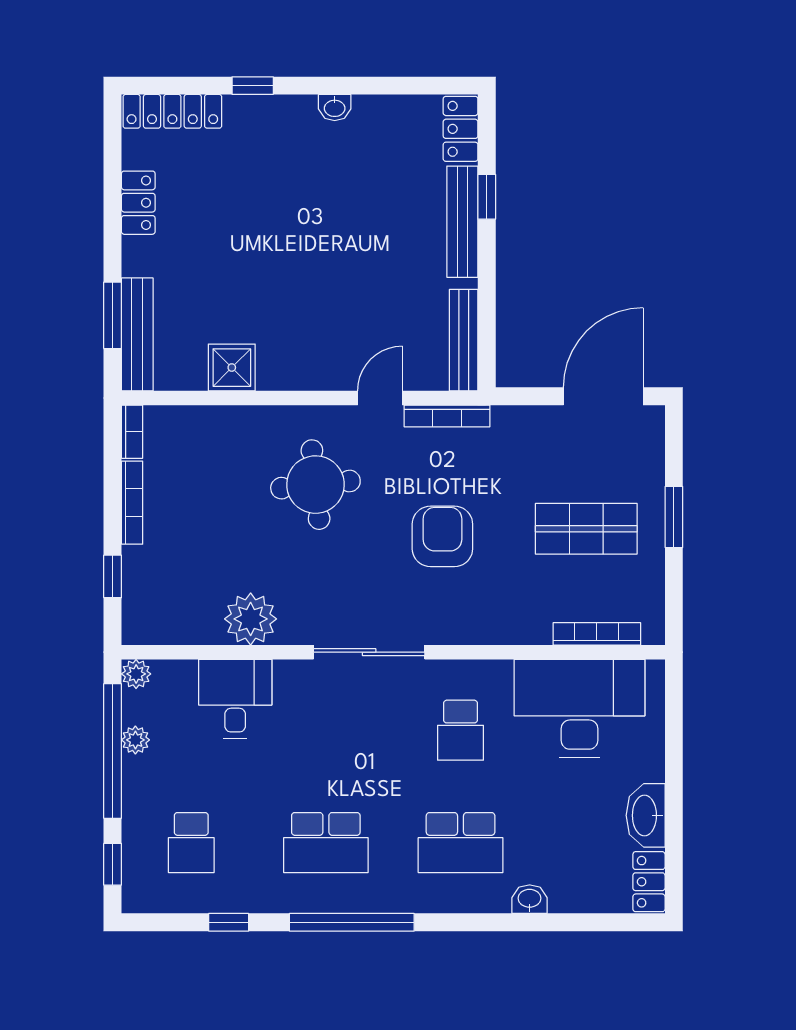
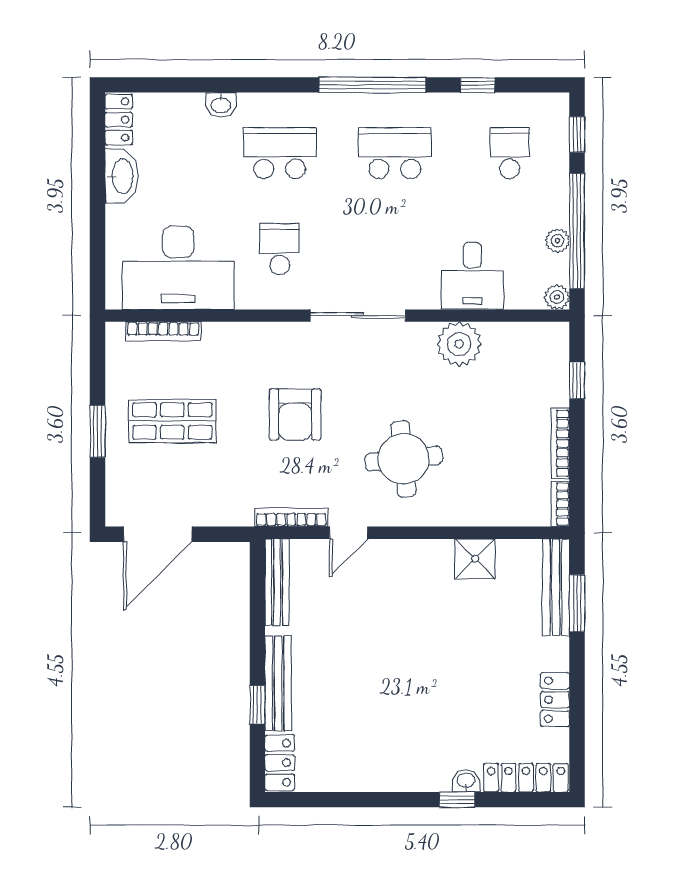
washbasin: (335, 108) -> (466, 781), moved

